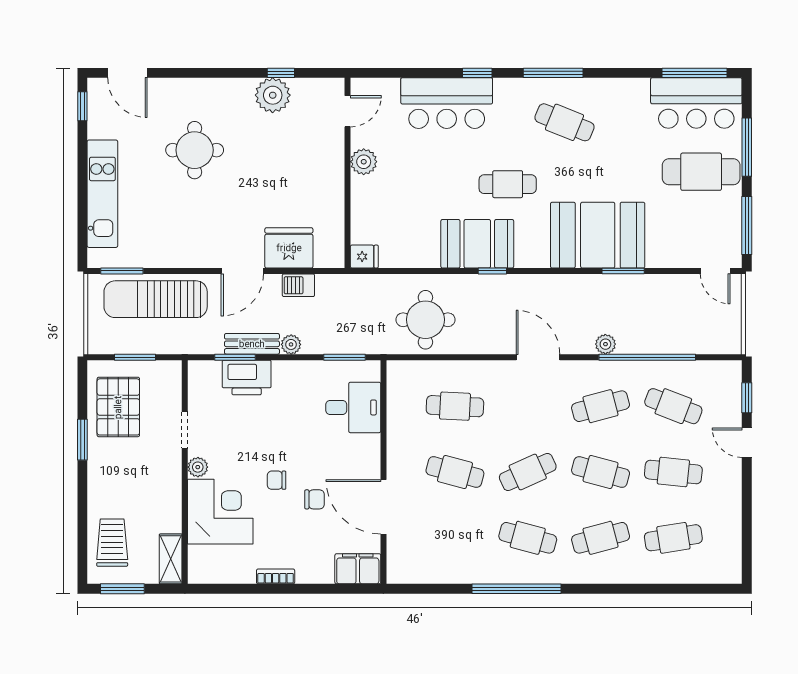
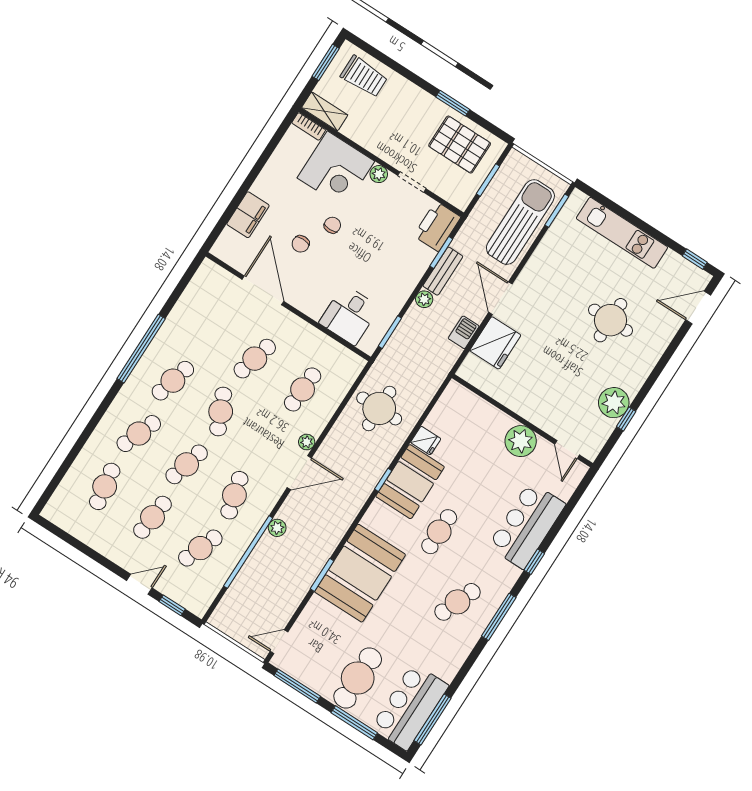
plant: (364, 162) -> (521, 441), width x1.36, depth x1.36
fridge: (364, 257) -> (426, 441), moved, turned -90
plant: (504, 369) -> (307, 442), added
printer: (247, 377) -> (437, 226), moved
door: (383, 507) -> (263, 290), hinge flipped
cafe table: (601, 538) -> (139, 434), turned 36
filing cabinet: (358, 569) -> (248, 215), moved
bookcase: (276, 576) -> (309, 126), moved, turned 90

